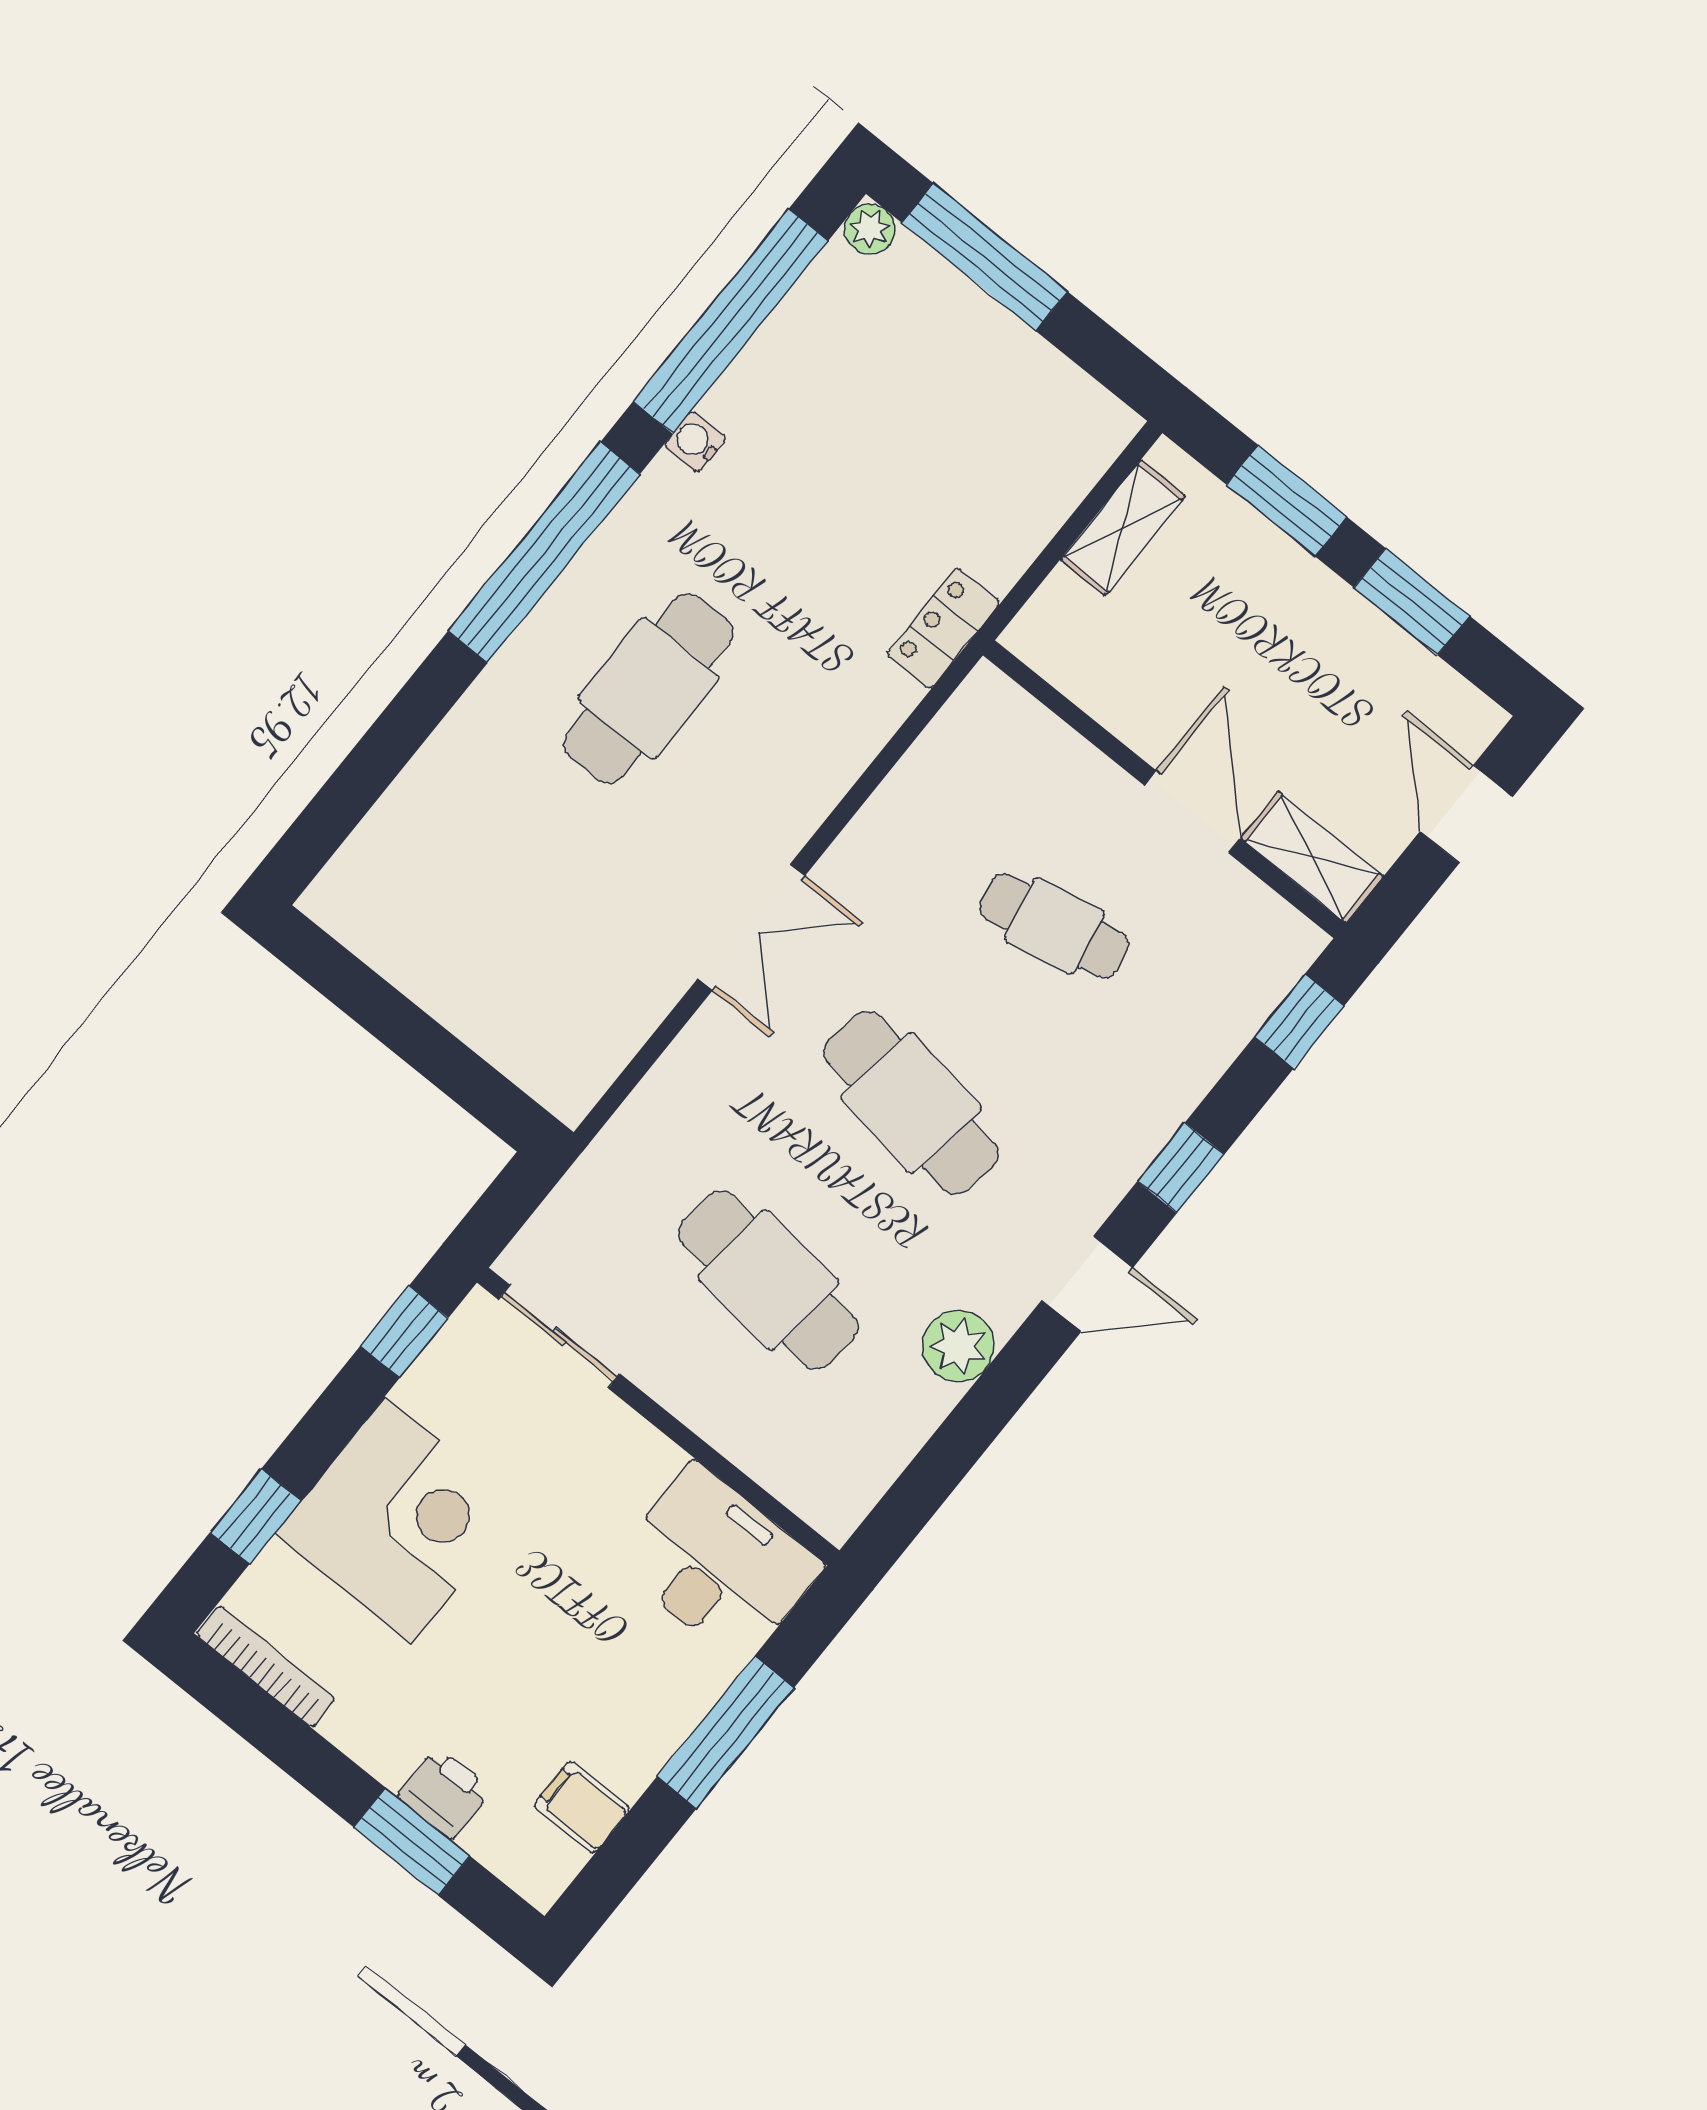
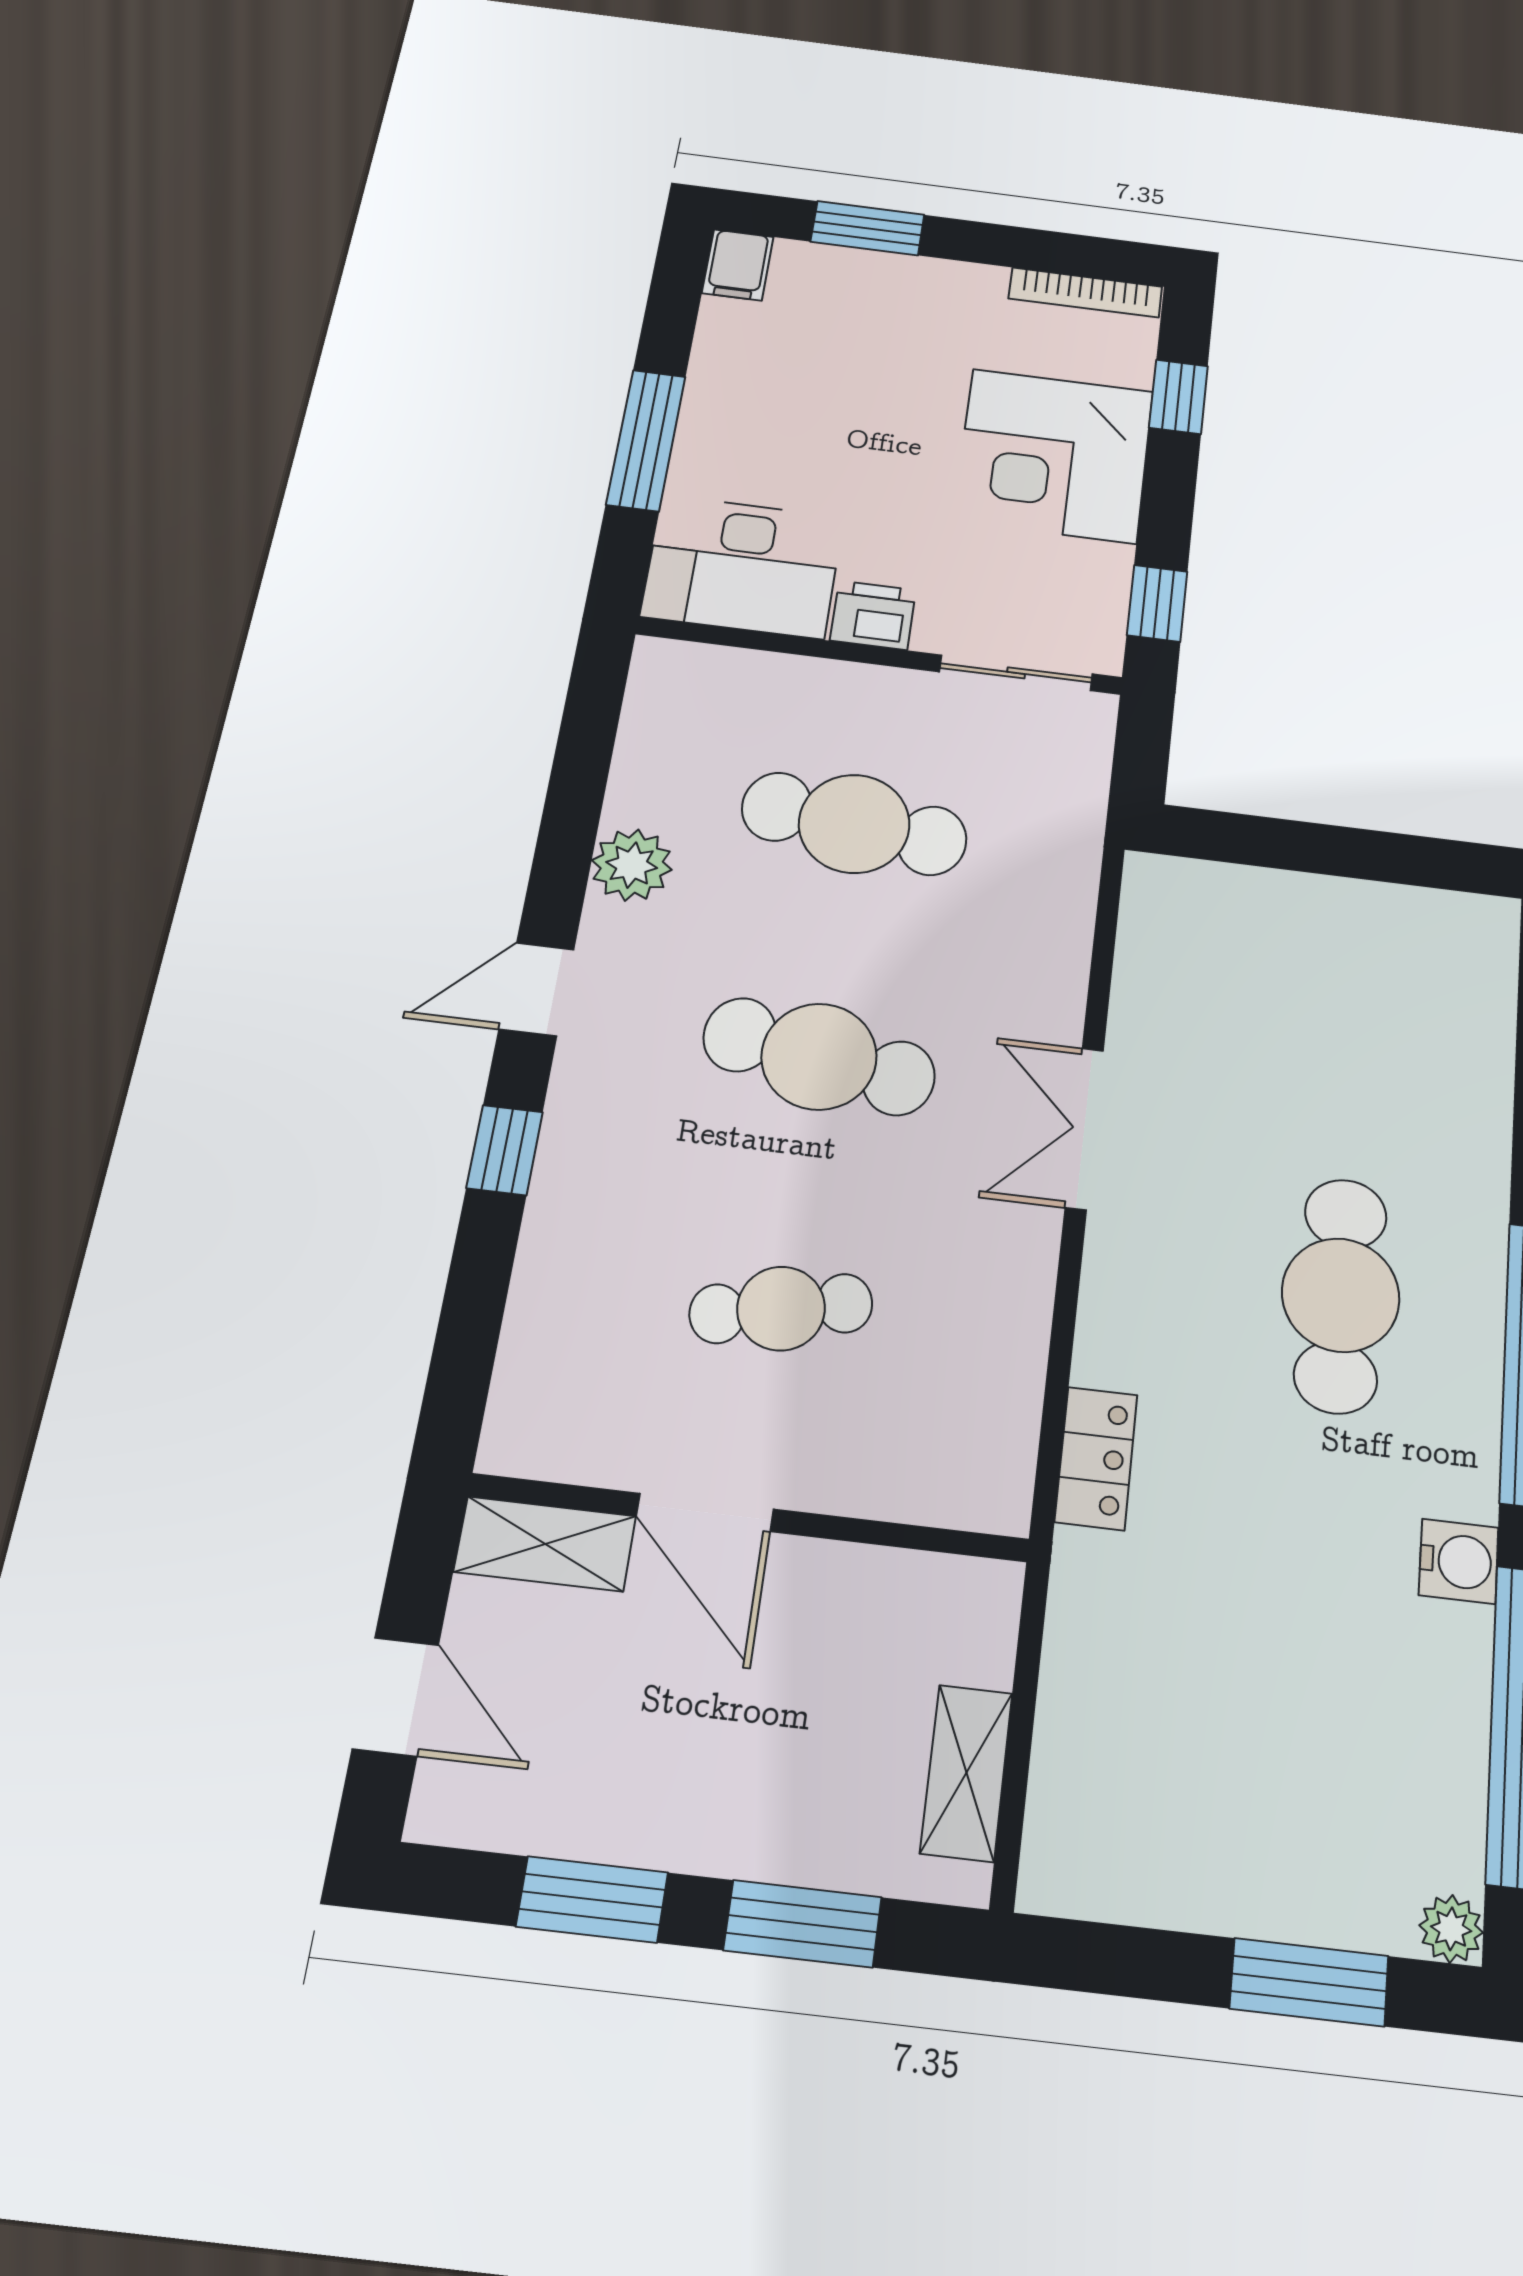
window: (985, 257) -> (1309, 1982), width x0.69
water cooler: (695, 441) -> (1459, 1561), width x1.38, depth x1.38
locker: (943, 628) -> (1096, 1458), moved
window: (1299, 1021) -> (462, 1366), removed
printer: (444, 1793) -> (873, 615), moved, turned 180
filing cabinet: (582, 1807) -> (738, 265), moved, turned 90

